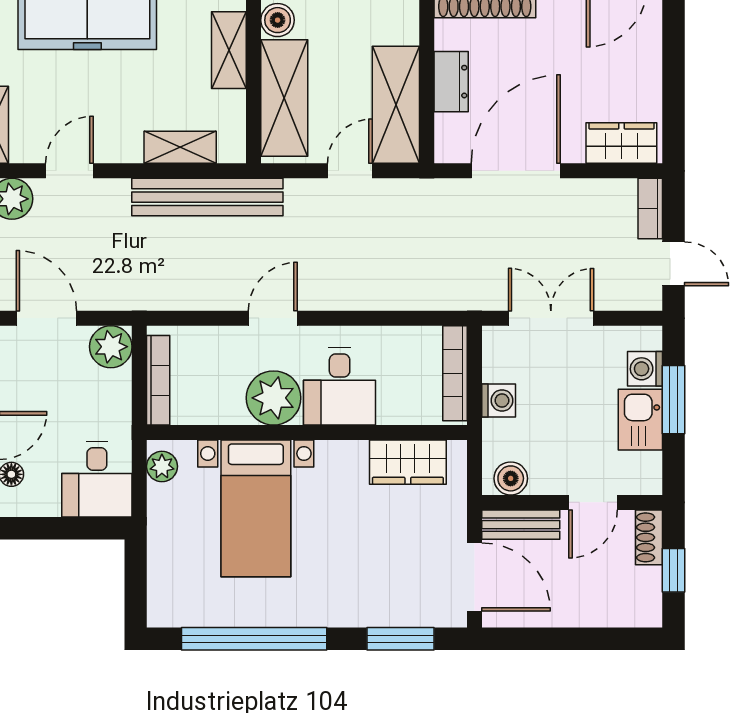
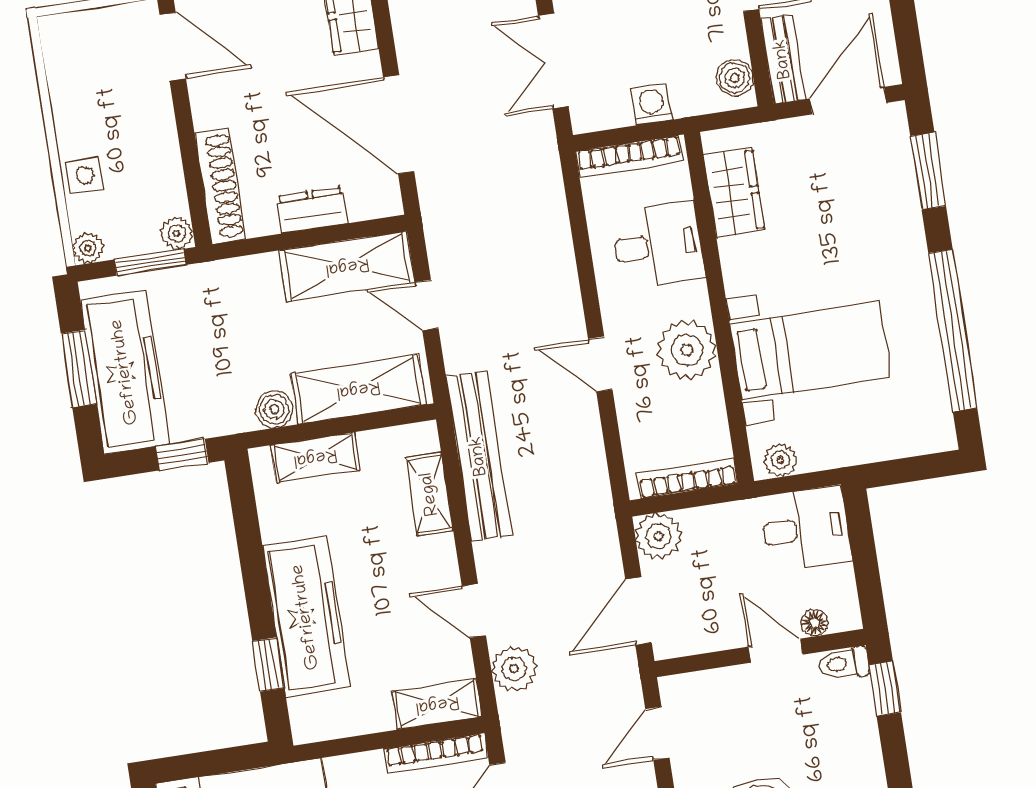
desk: (340, 386) -> (658, 245), moved

